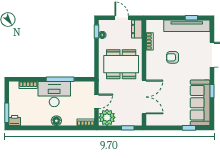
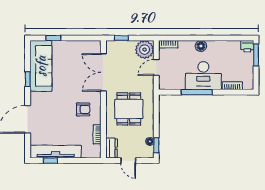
armchair: (173, 57) -> (83, 109), moved
dining table: (121, 64) -> (129, 109), width x0.73

